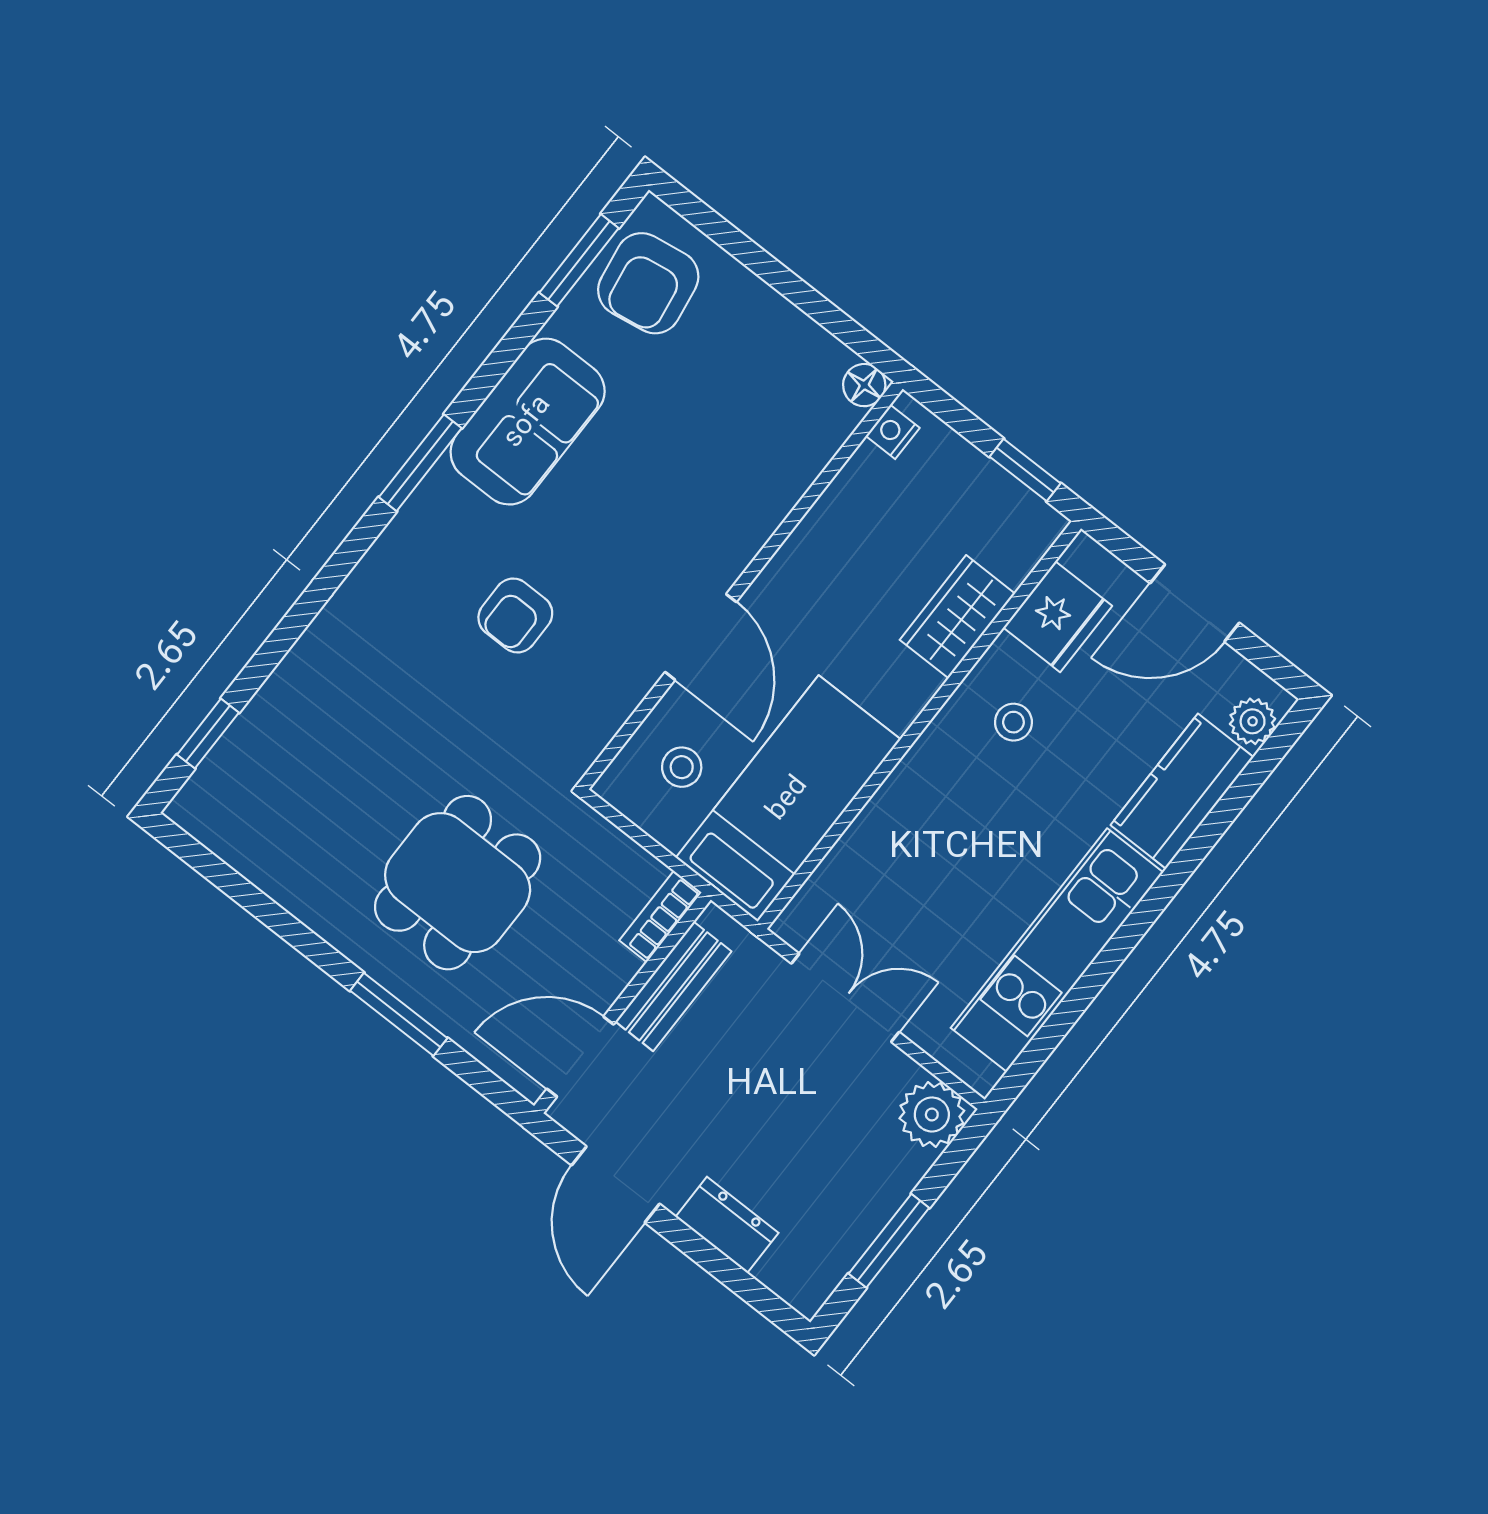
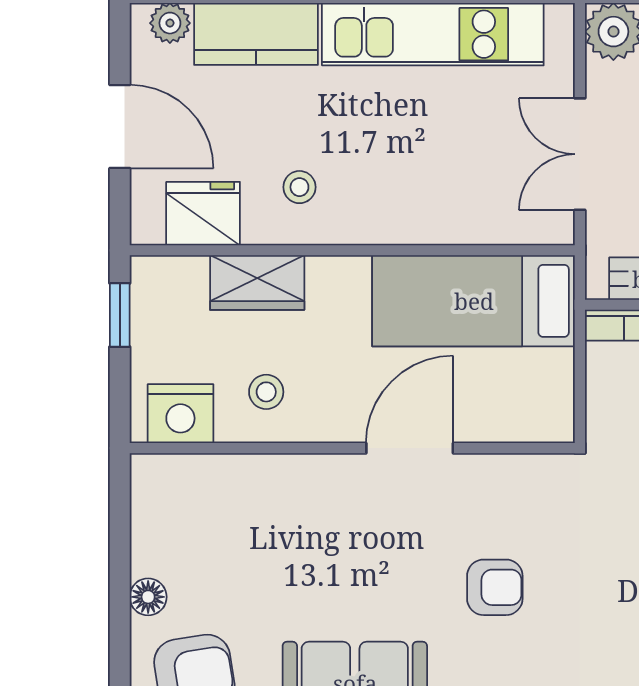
floor lamp: (864, 385) -> (148, 597), moved
nightstand: (893, 432) -> (180, 414), width x1.89, depth x1.79
stool: (682, 767) -> (266, 392), moved

